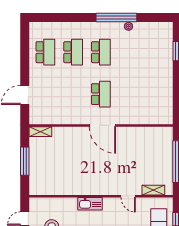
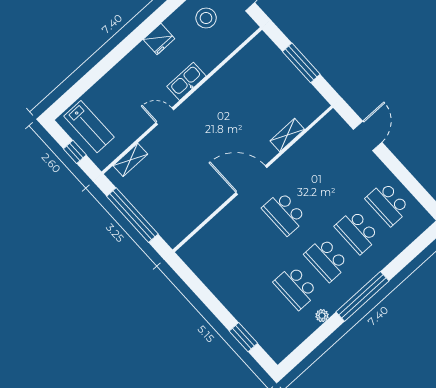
window: (116, 18) -> (362, 296), moved
school desk: (129, 52) -> (296, 287), added
shelving: (40, 132) -> (287, 135), moved
door: (128, 196) -> (165, 116), moved

